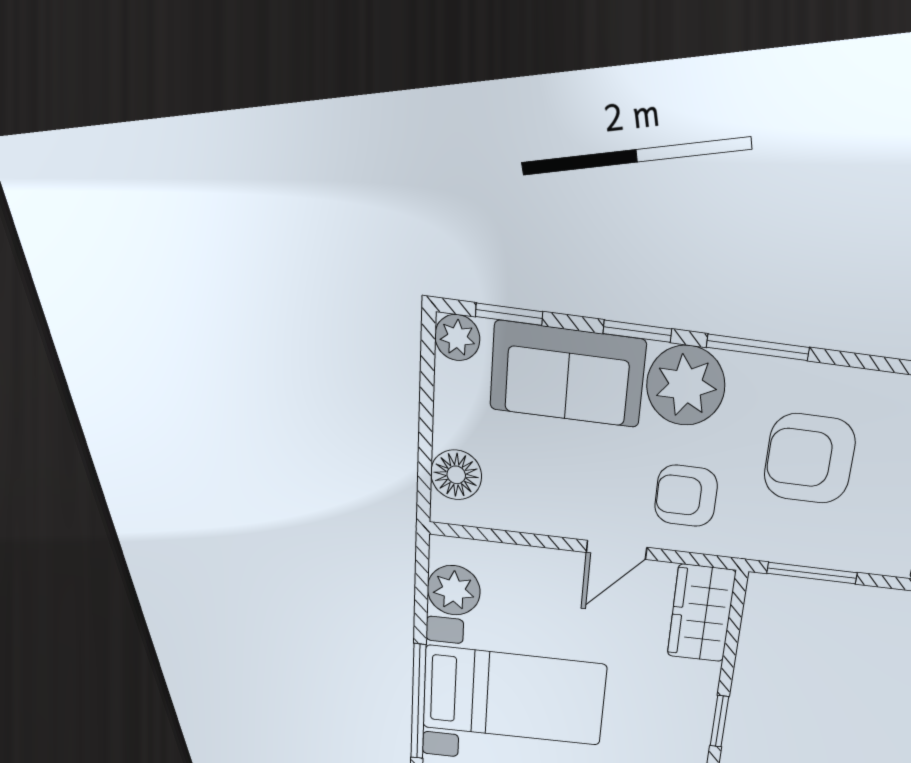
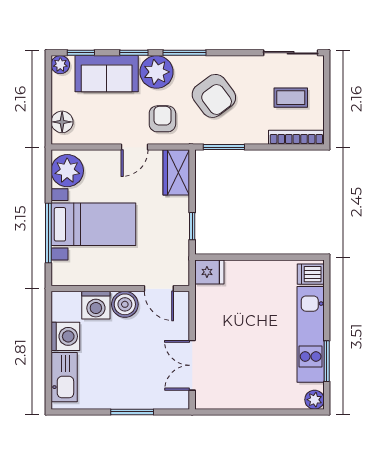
armchair: (810, 459) -> (214, 96), turned -127
armchair: (686, 496) -> (162, 119), turned 90
plant: (454, 590) -> (67, 171), width x1.36, depth x1.36

